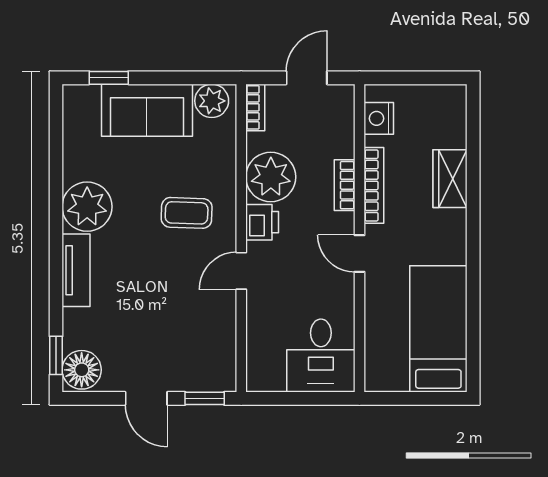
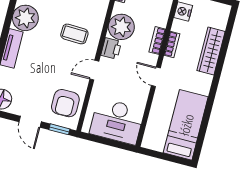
wardrobe: (450, 179) -> (211, 51), width x1.50
bookcase: (374, 185) -> (172, 45), width x0.64
armchair: (203, 346) -> (65, 103), added
desk: (321, 356) -> (117, 121), width x1.37

